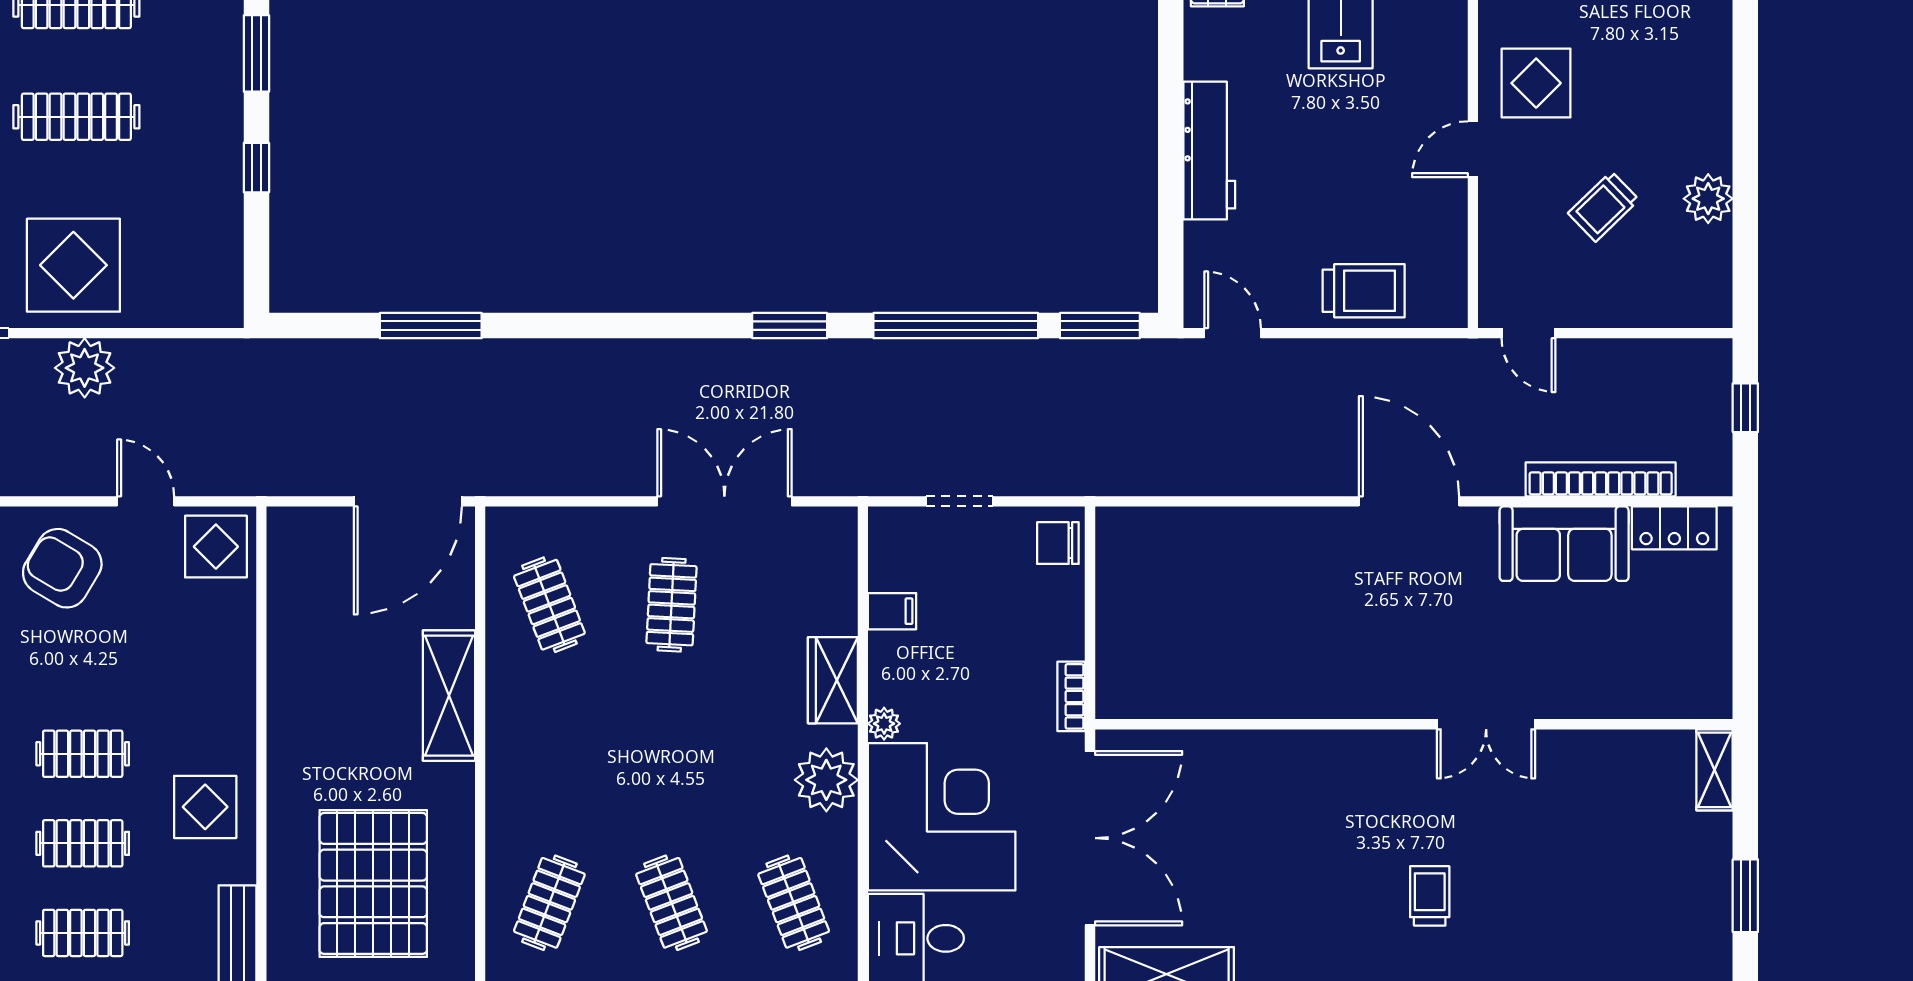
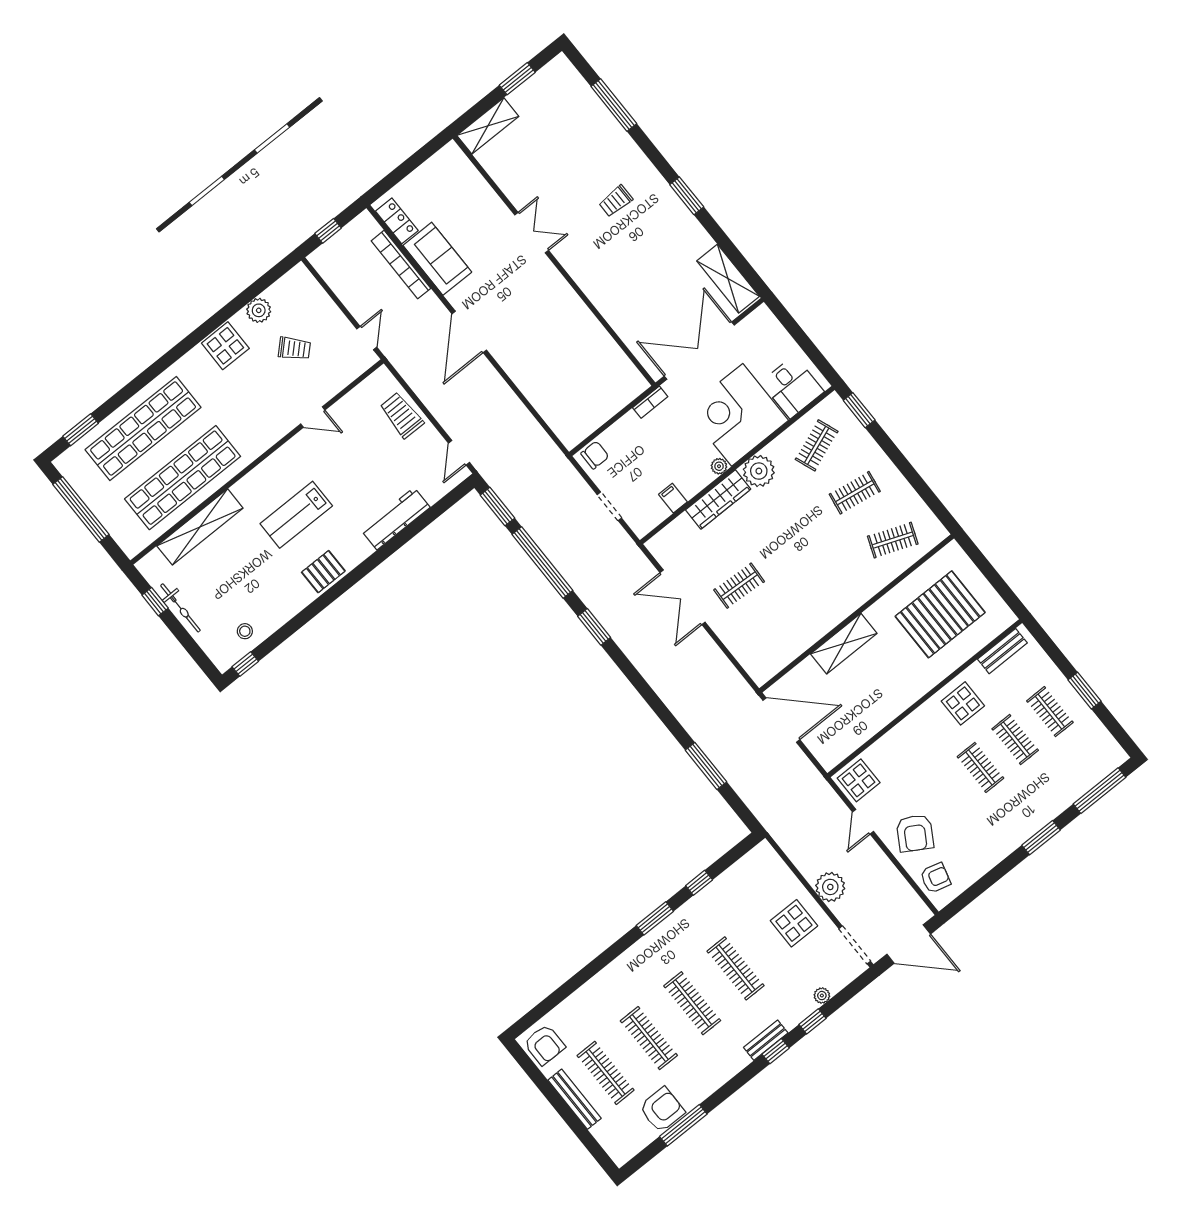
display table: (1536, 83) -> (225, 346), moved
display table: (73, 265) -> (794, 923), width x0.73, depth x0.73
chair: (1058, 543) -> (595, 455), turned -90
clothes rail: (549, 605) -> (777, 633), removed
wardrobe: (833, 680) -> (718, 500), width x1.50
shelving: (1715, 770) -> (488, 126), width x1.50, depth x1.33
clothes rail: (672, 903) -> (855, 493), turned 30

